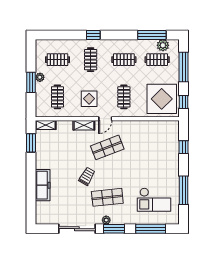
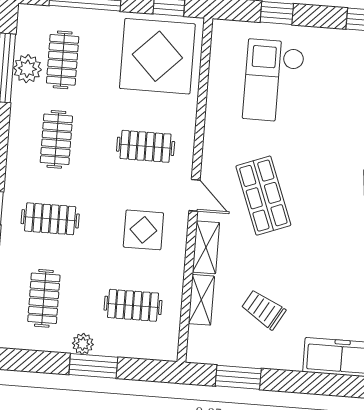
plant: (163, 45) -> (27, 69), moved
shelving: (46, 125) -> (201, 300), moved
checkout: (155, 148) -> (274, 81), added
trolley: (87, 176) -> (263, 310), moved

